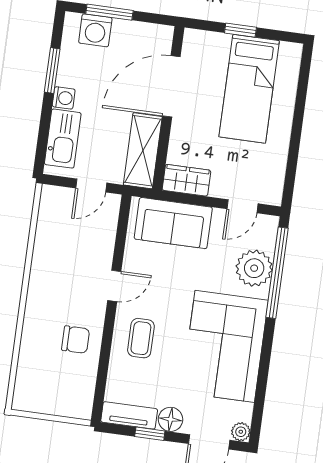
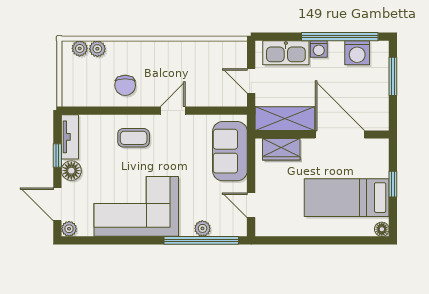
washing machine: (95, 30) -> (357, 53), moved, turned -90
floor lamp: (294, 51) -> (382, 229), added
window: (52, 70) -> (340, 37), width x2.11
wardrobe: (186, 180) -> (281, 149), moved, turned 90
plant: (254, 268) -> (202, 228), width x0.53, depth x0.53
door: (114, 286) -> (173, 111), swing flipped
plant: (27, 367) -> (97, 49), added
plant: (23, 389) -> (80, 48), added

